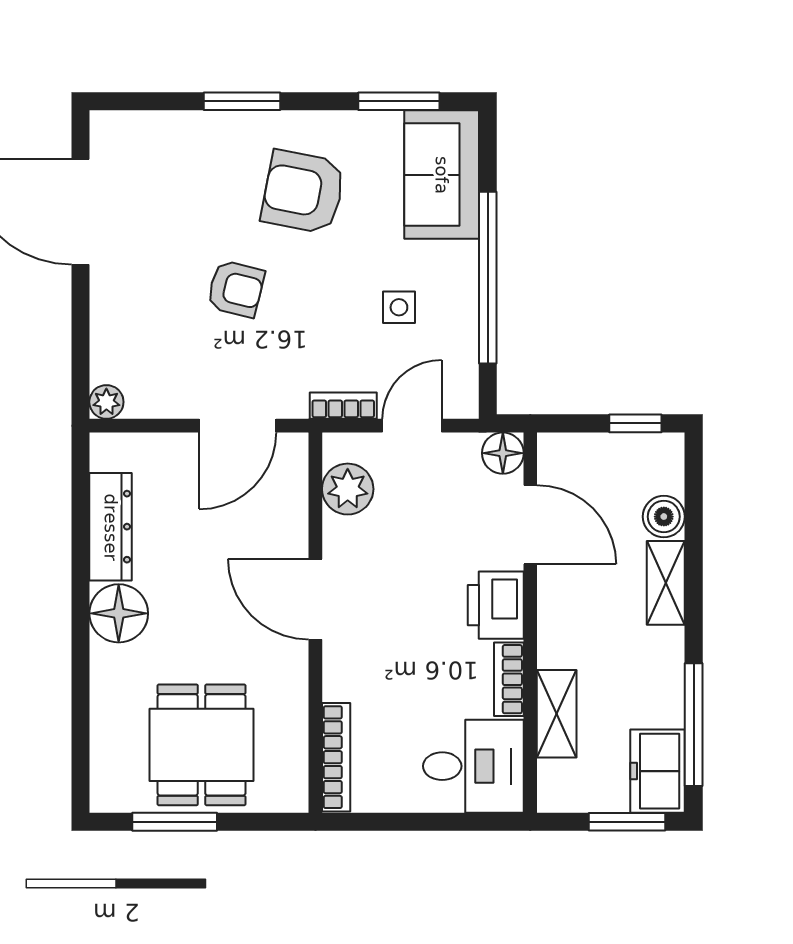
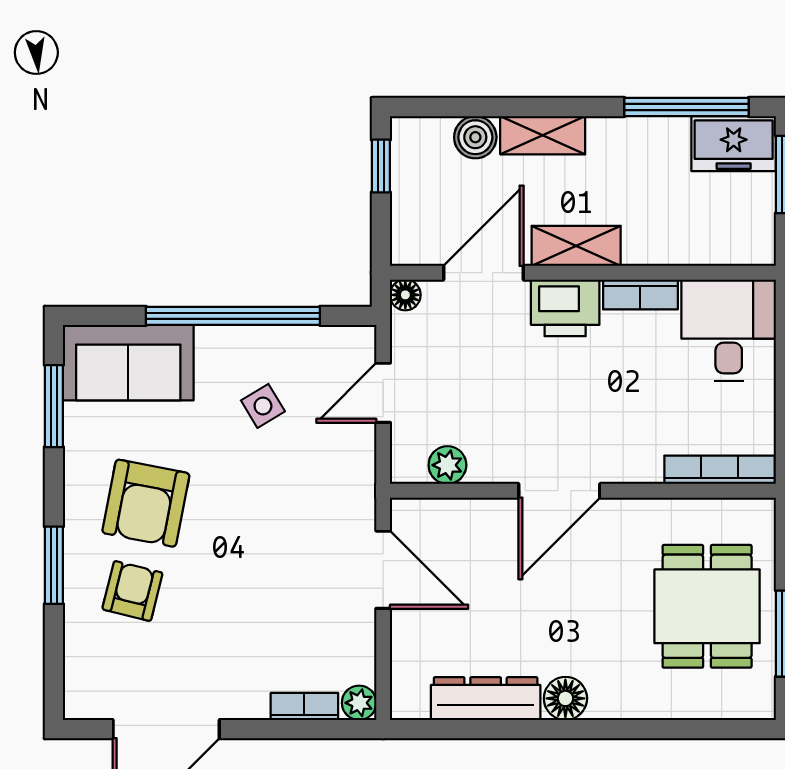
armchair: (236, 289) -> (132, 591), moved
side table: (399, 307) -> (263, 406), turned -31
bookcase: (343, 406) -> (304, 706), moved, turned 90
door: (412, 426) -> (383, 393), hinge flipped
floor lamp: (503, 453) -> (405, 295), width x0.73, depth x0.73
plant: (348, 489) -> (447, 465), width x0.73, depth x0.73
floor lamp: (119, 613) -> (565, 698), width x0.73, depth x0.73
shelving: (557, 714) -> (576, 246), moved
dining table: (202, 745) -> (707, 606), turned 90

